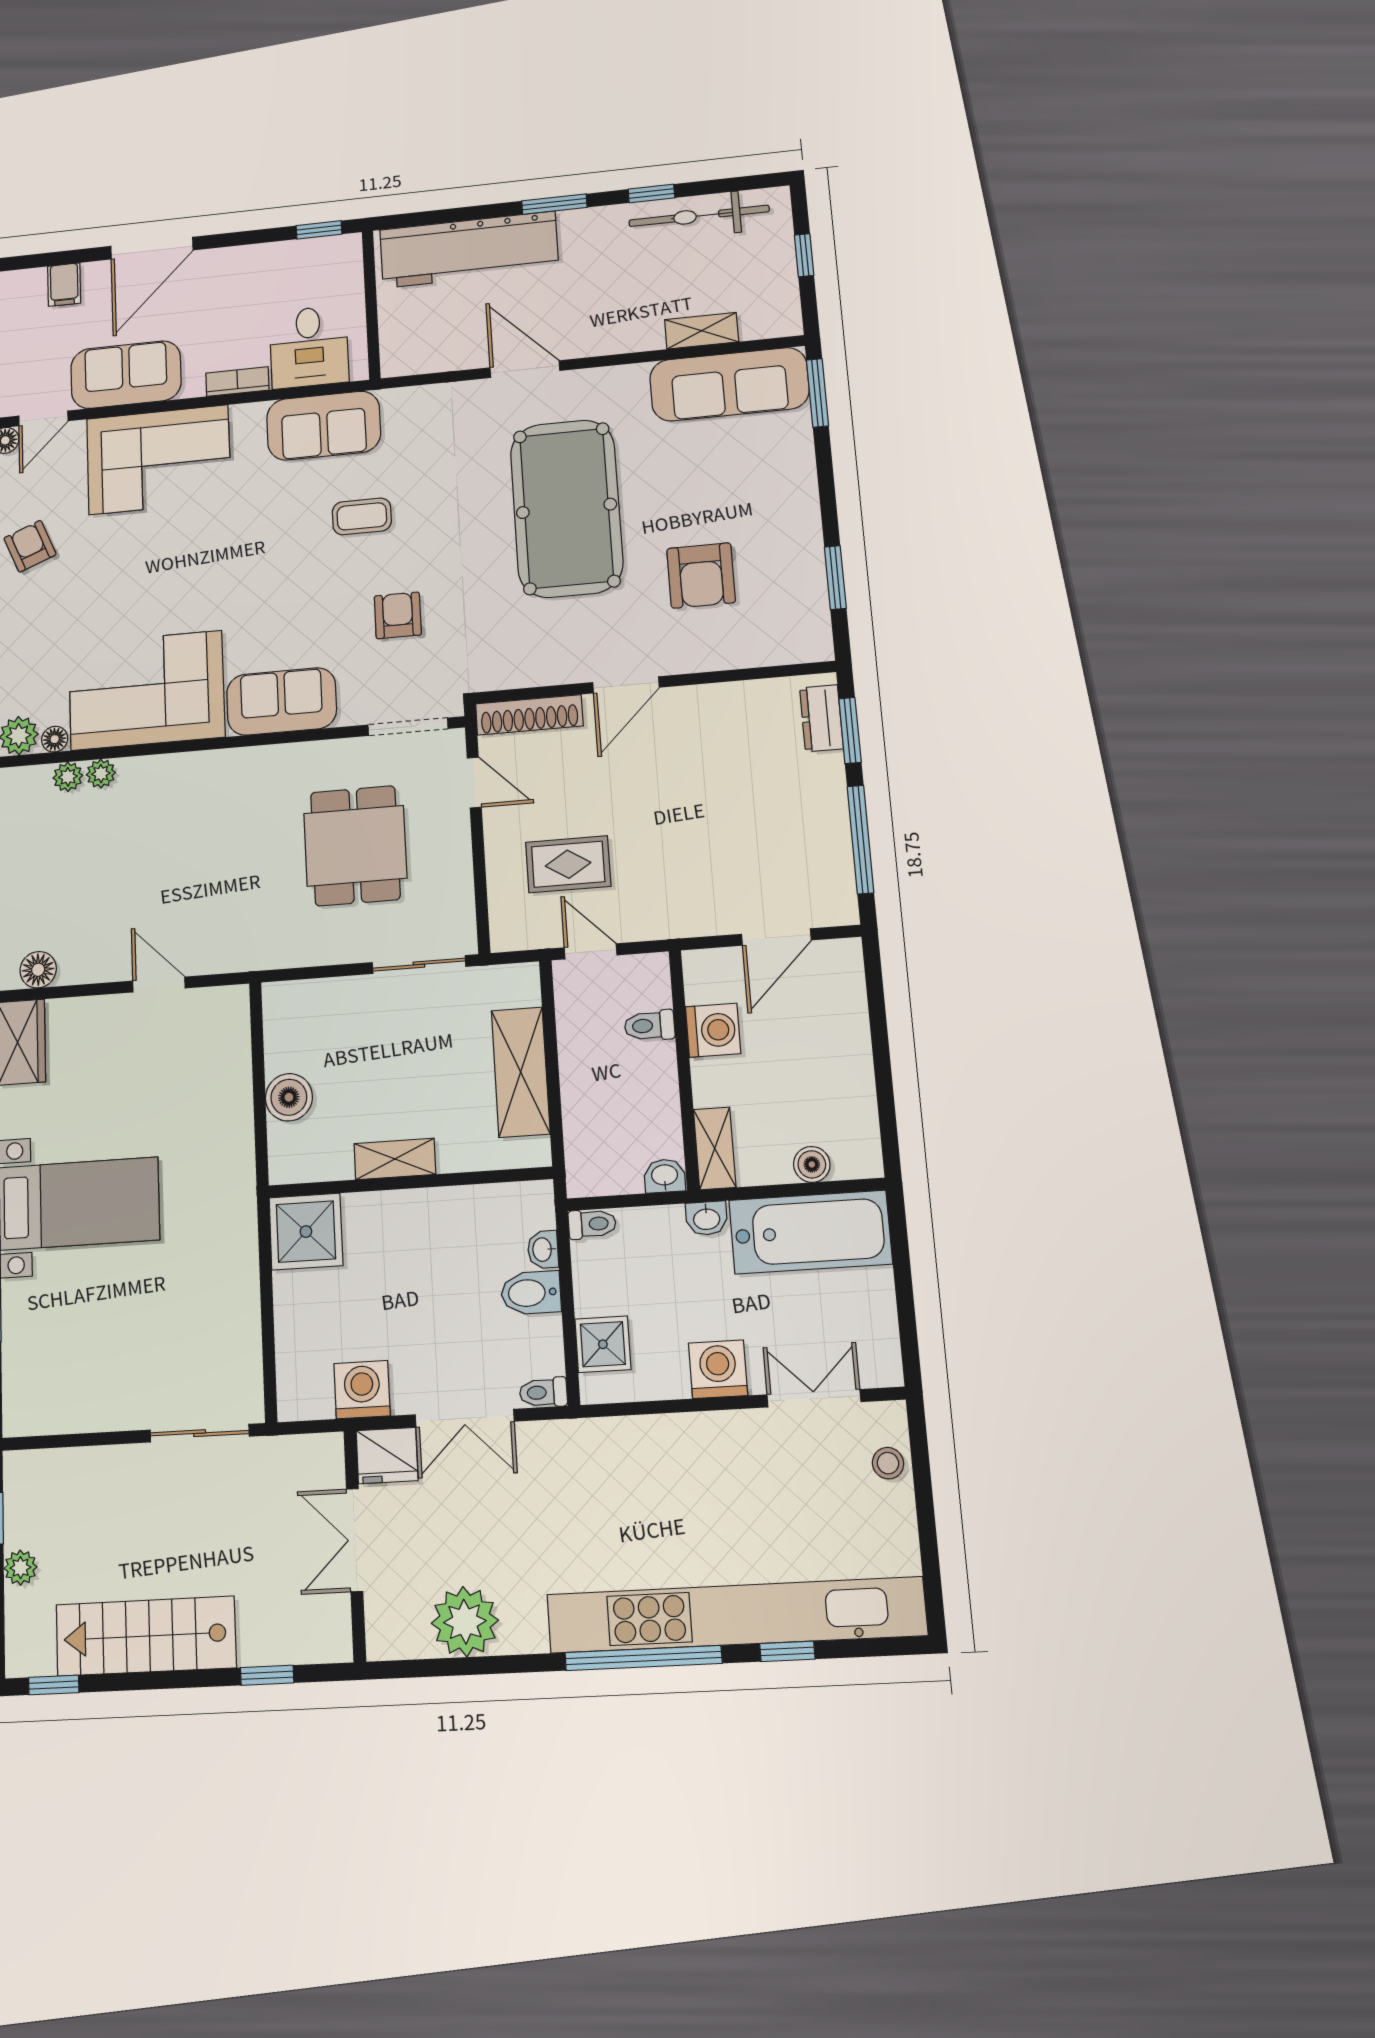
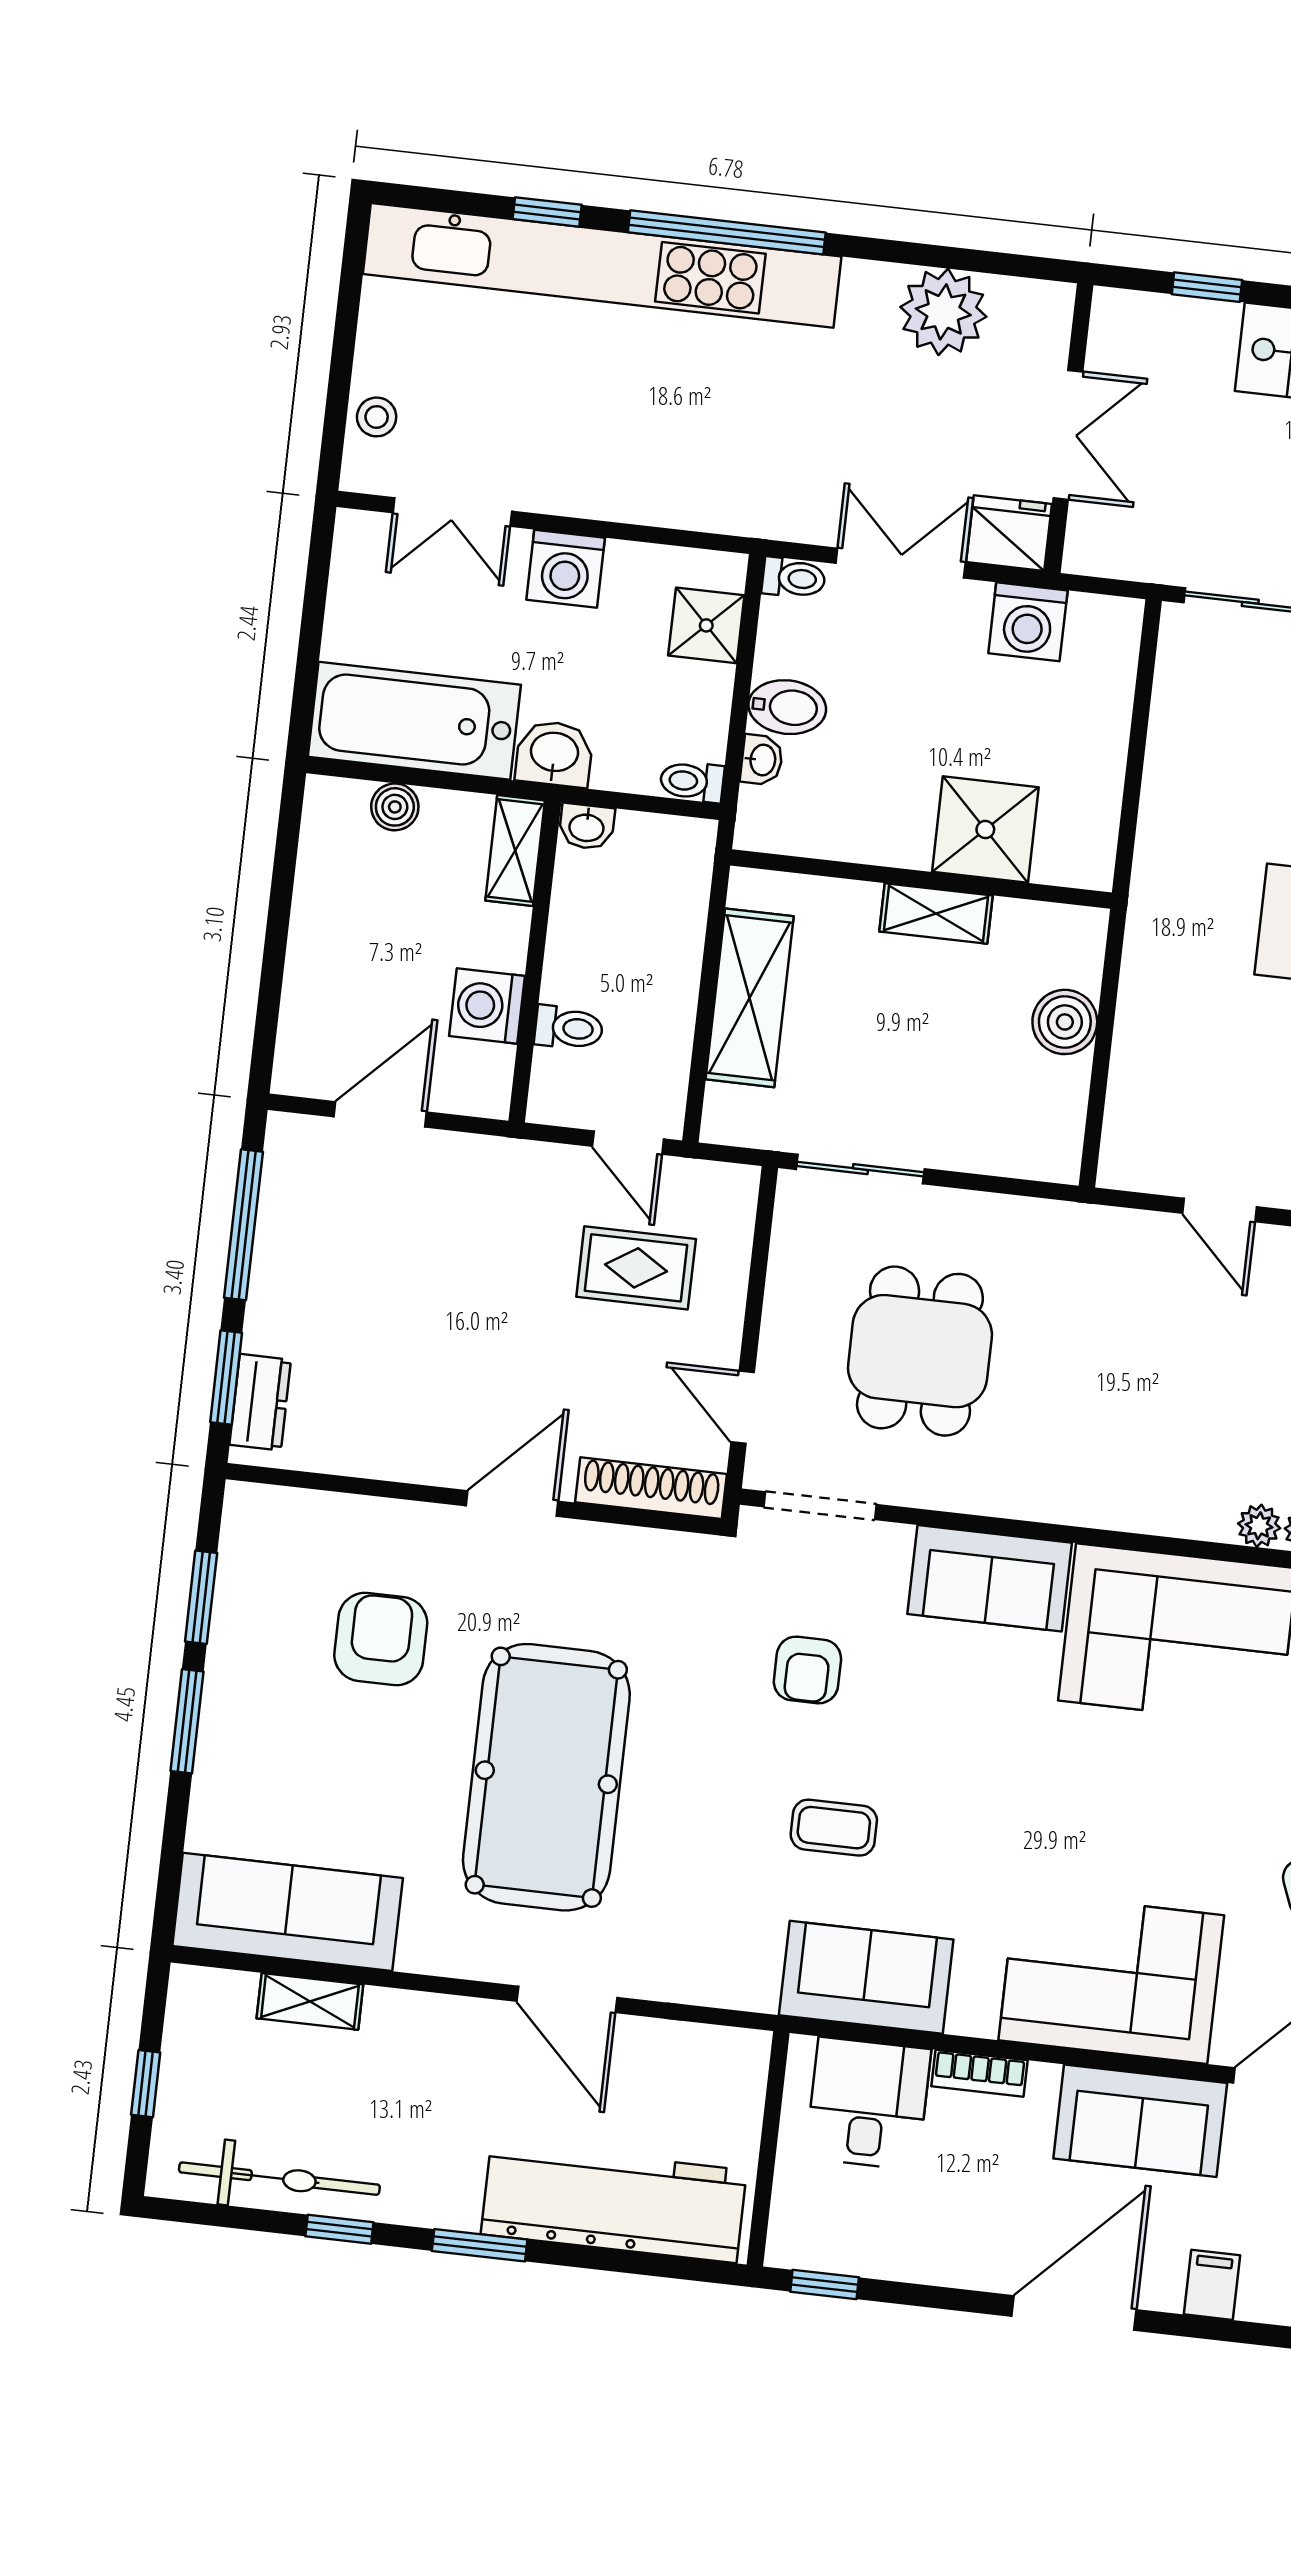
window: (817, 393) -> (187, 1721), moved
washbasin: (707, 1218) -> (554, 754), width x1.38, depth x1.45
shower: (306, 1232) -> (985, 830), moved

